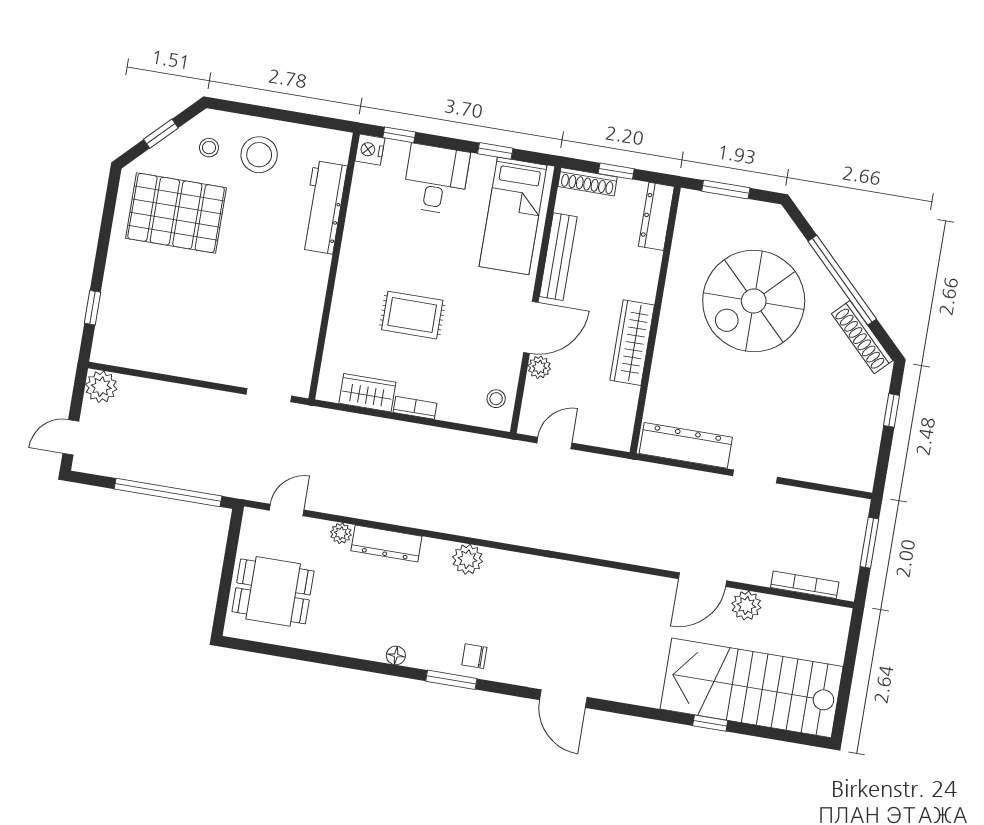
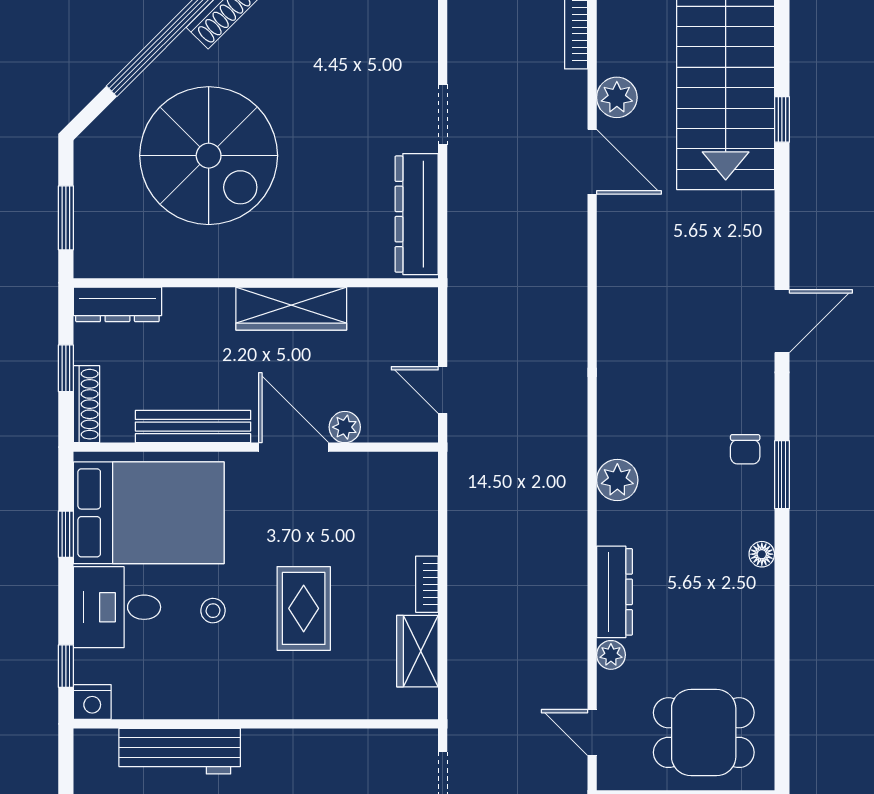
bed: (513, 216) -> (149, 513), width x1.50
stool: (496, 399) -> (213, 611), moved
dining table: (273, 591) -> (704, 733), turned 90

